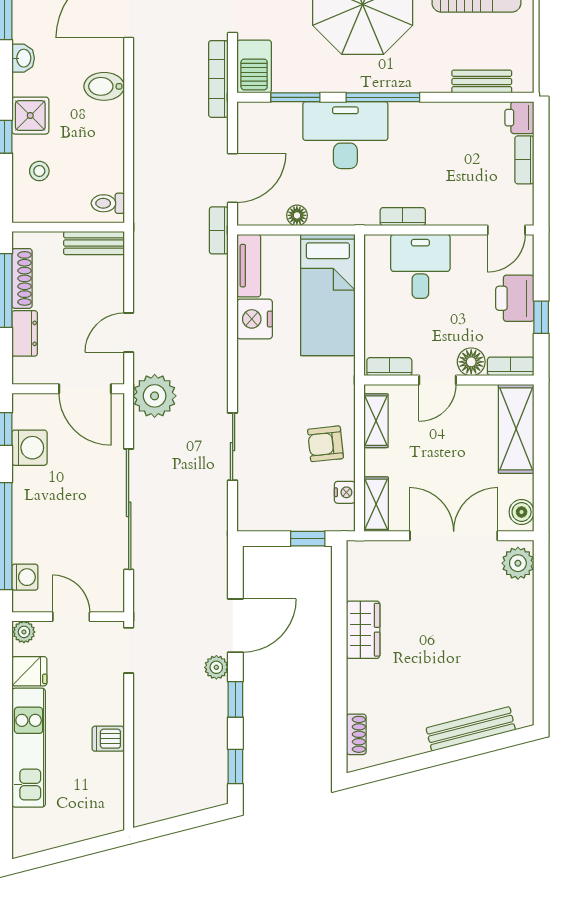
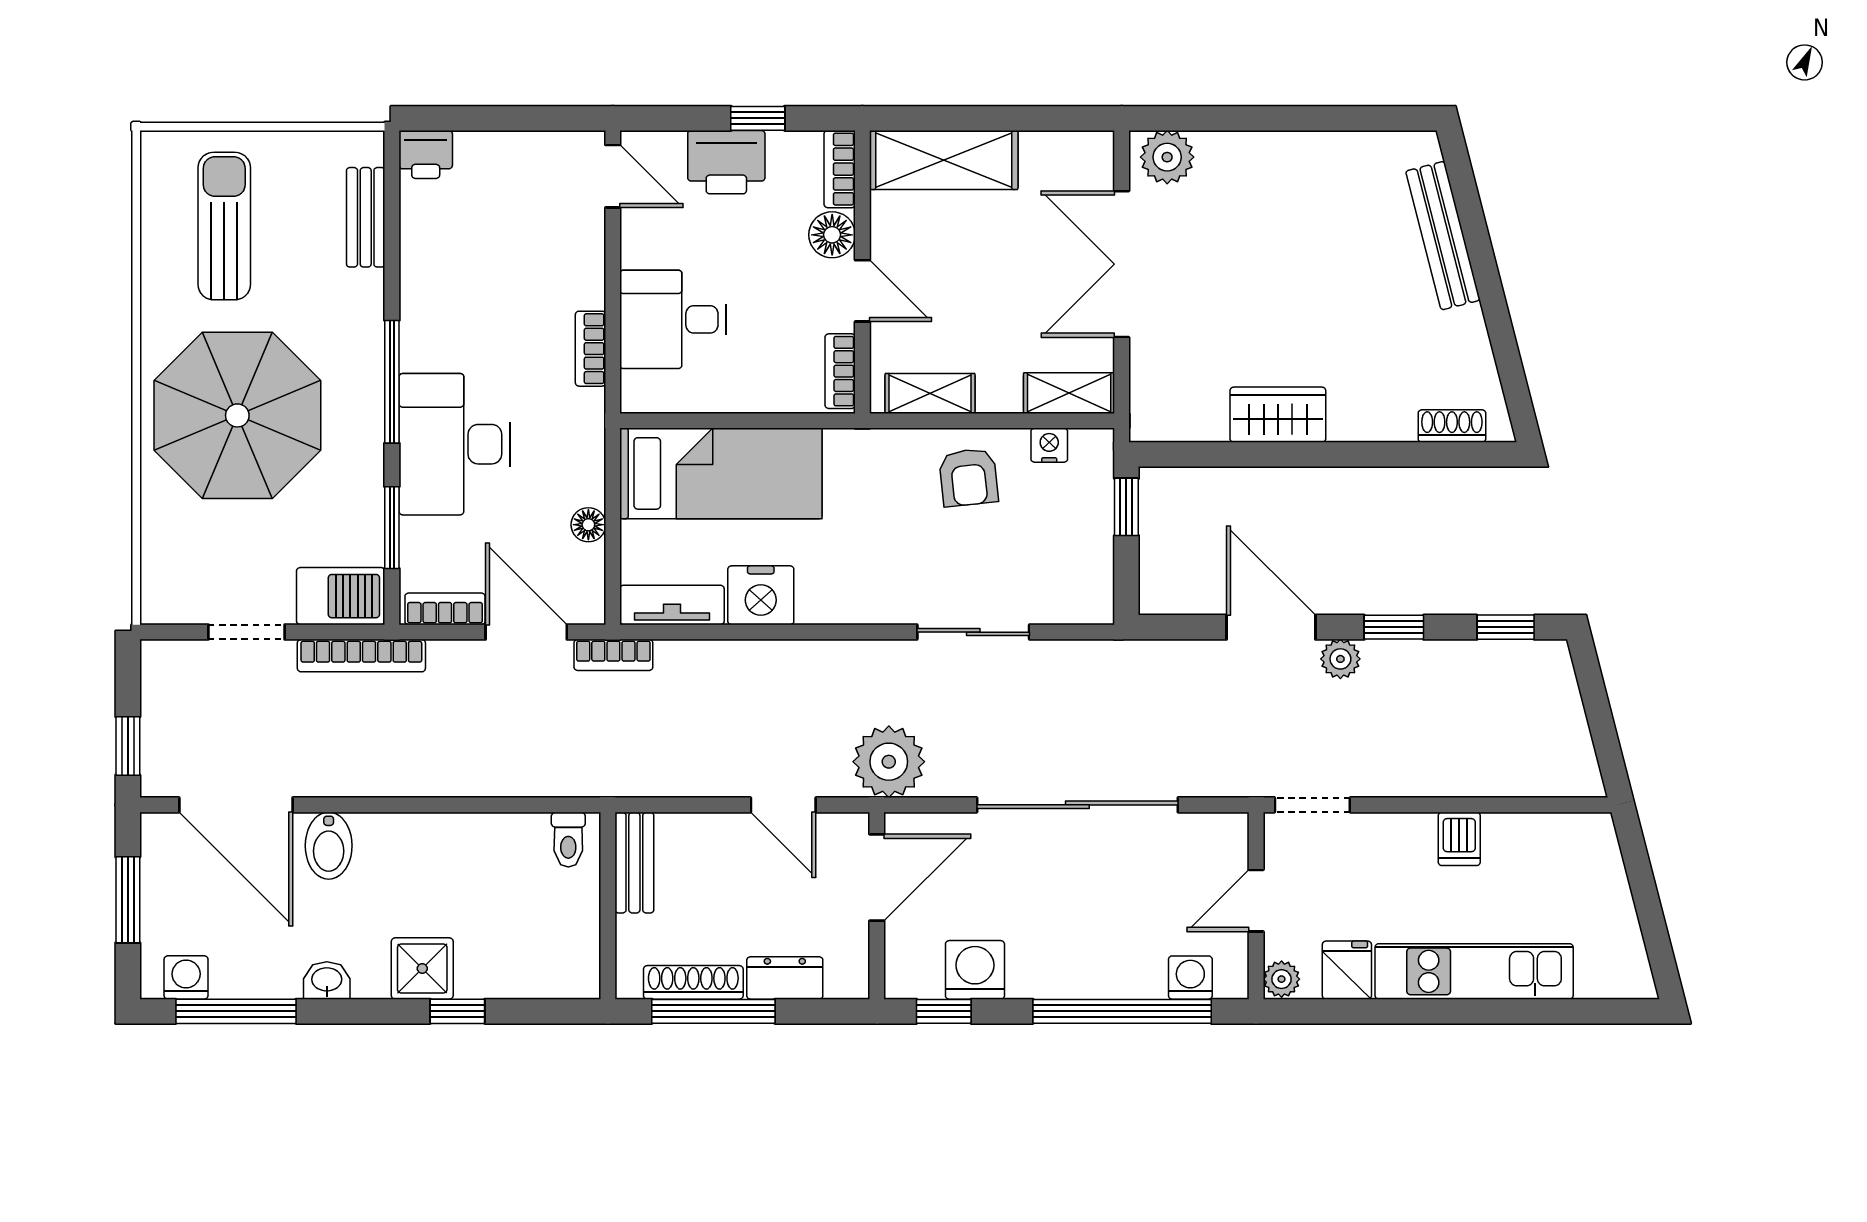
bidet: (104, 86) -> (329, 846), moved
bookcase: (524, 160) -> (445, 609), moved, turned 180
stool: (39, 171) -> (515, 953), removed
boiler: (522, 512) -> (1082, 151), removed

